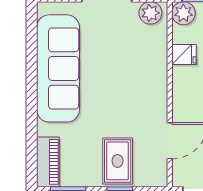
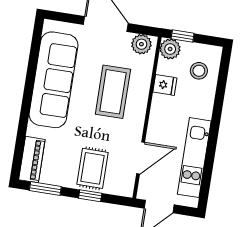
coffee table: (127, 71) -> (113, 92), added

